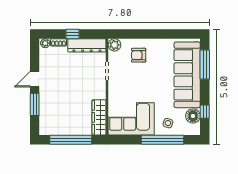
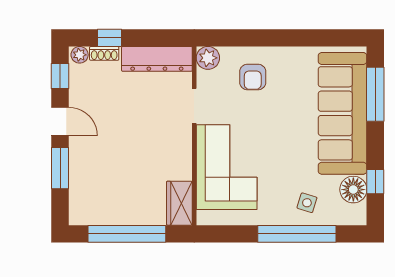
window: (73, 34) -> (109, 38), moved
window: (35, 55) -> (60, 76), added
armchair: (139, 55) -> (253, 77), turned -90
door: (35, 79) -> (60, 121), swing flipped
wardrobe: (99, 117) -> (179, 203), width x0.67
corner sofa: (131, 119) -> (227, 167), moved, turned 90

